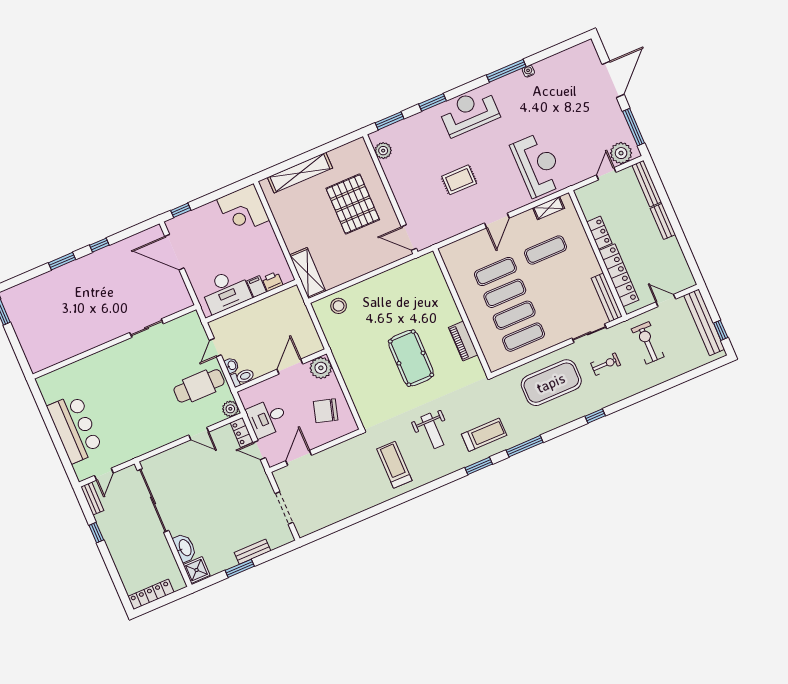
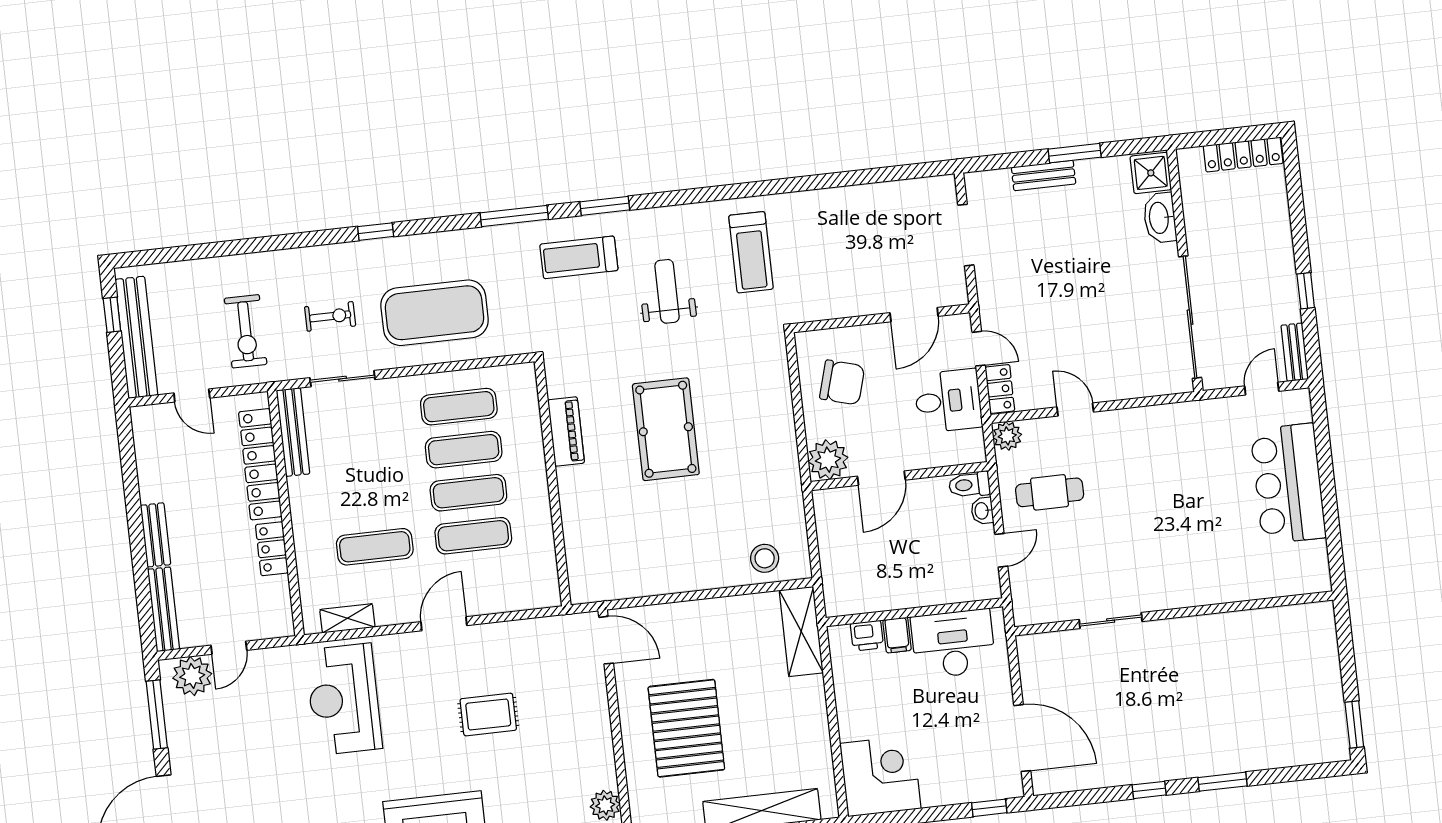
exercise bike: (606, 364) -> (330, 316), turned 180
cafe table: (199, 386) -> (1050, 492), width x0.73, depth x0.74

